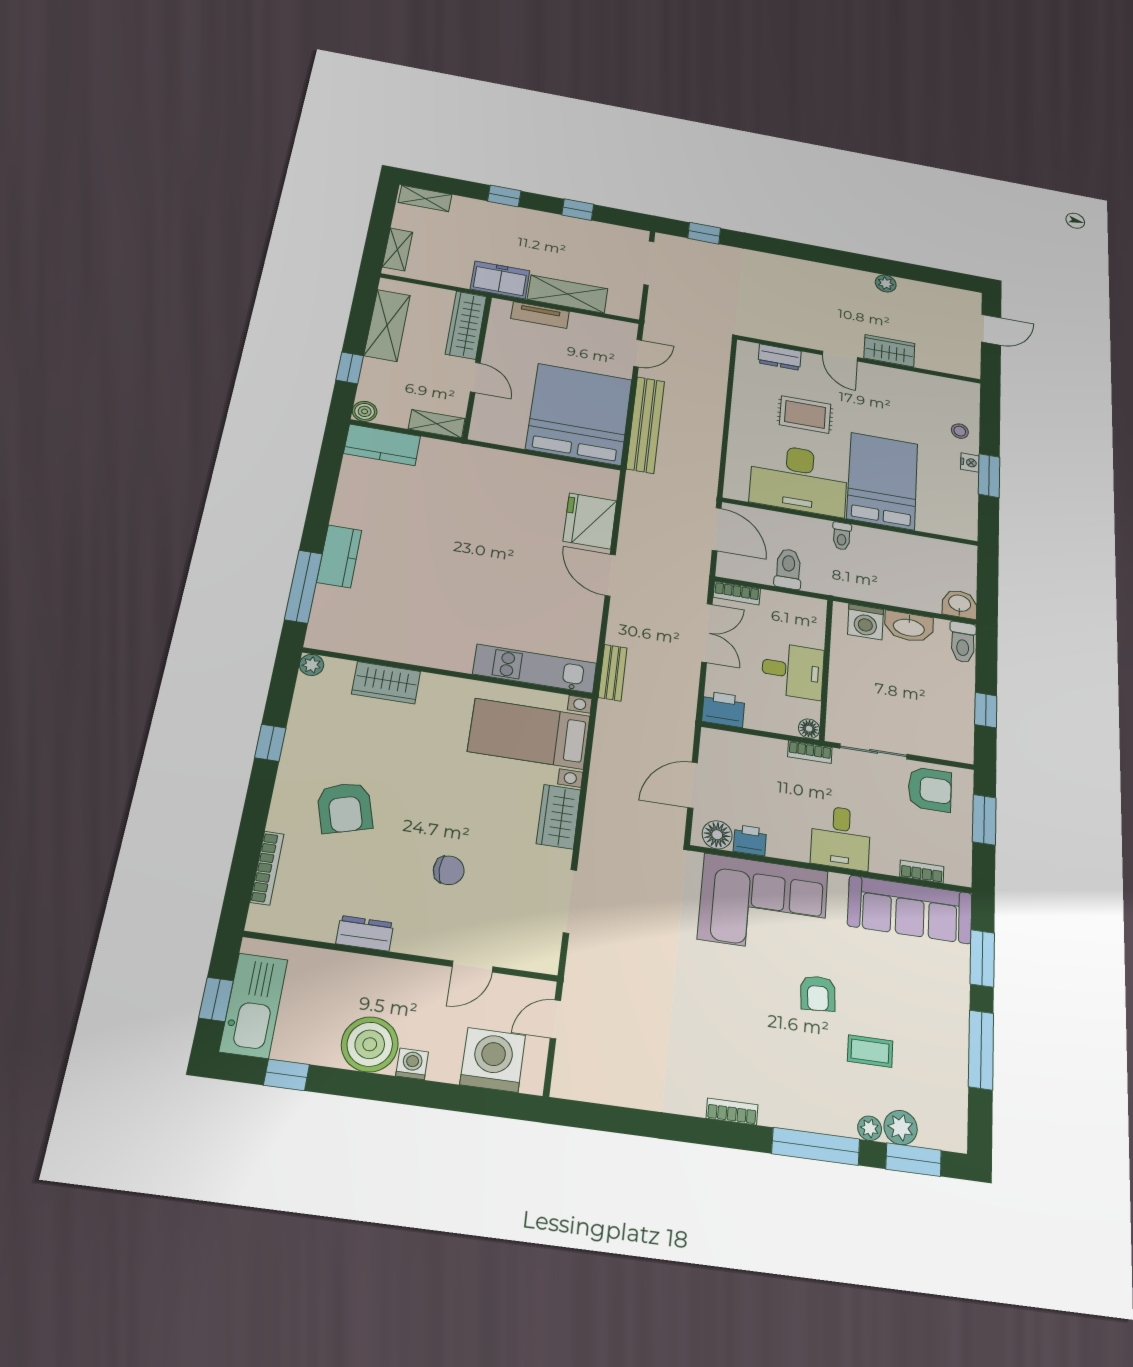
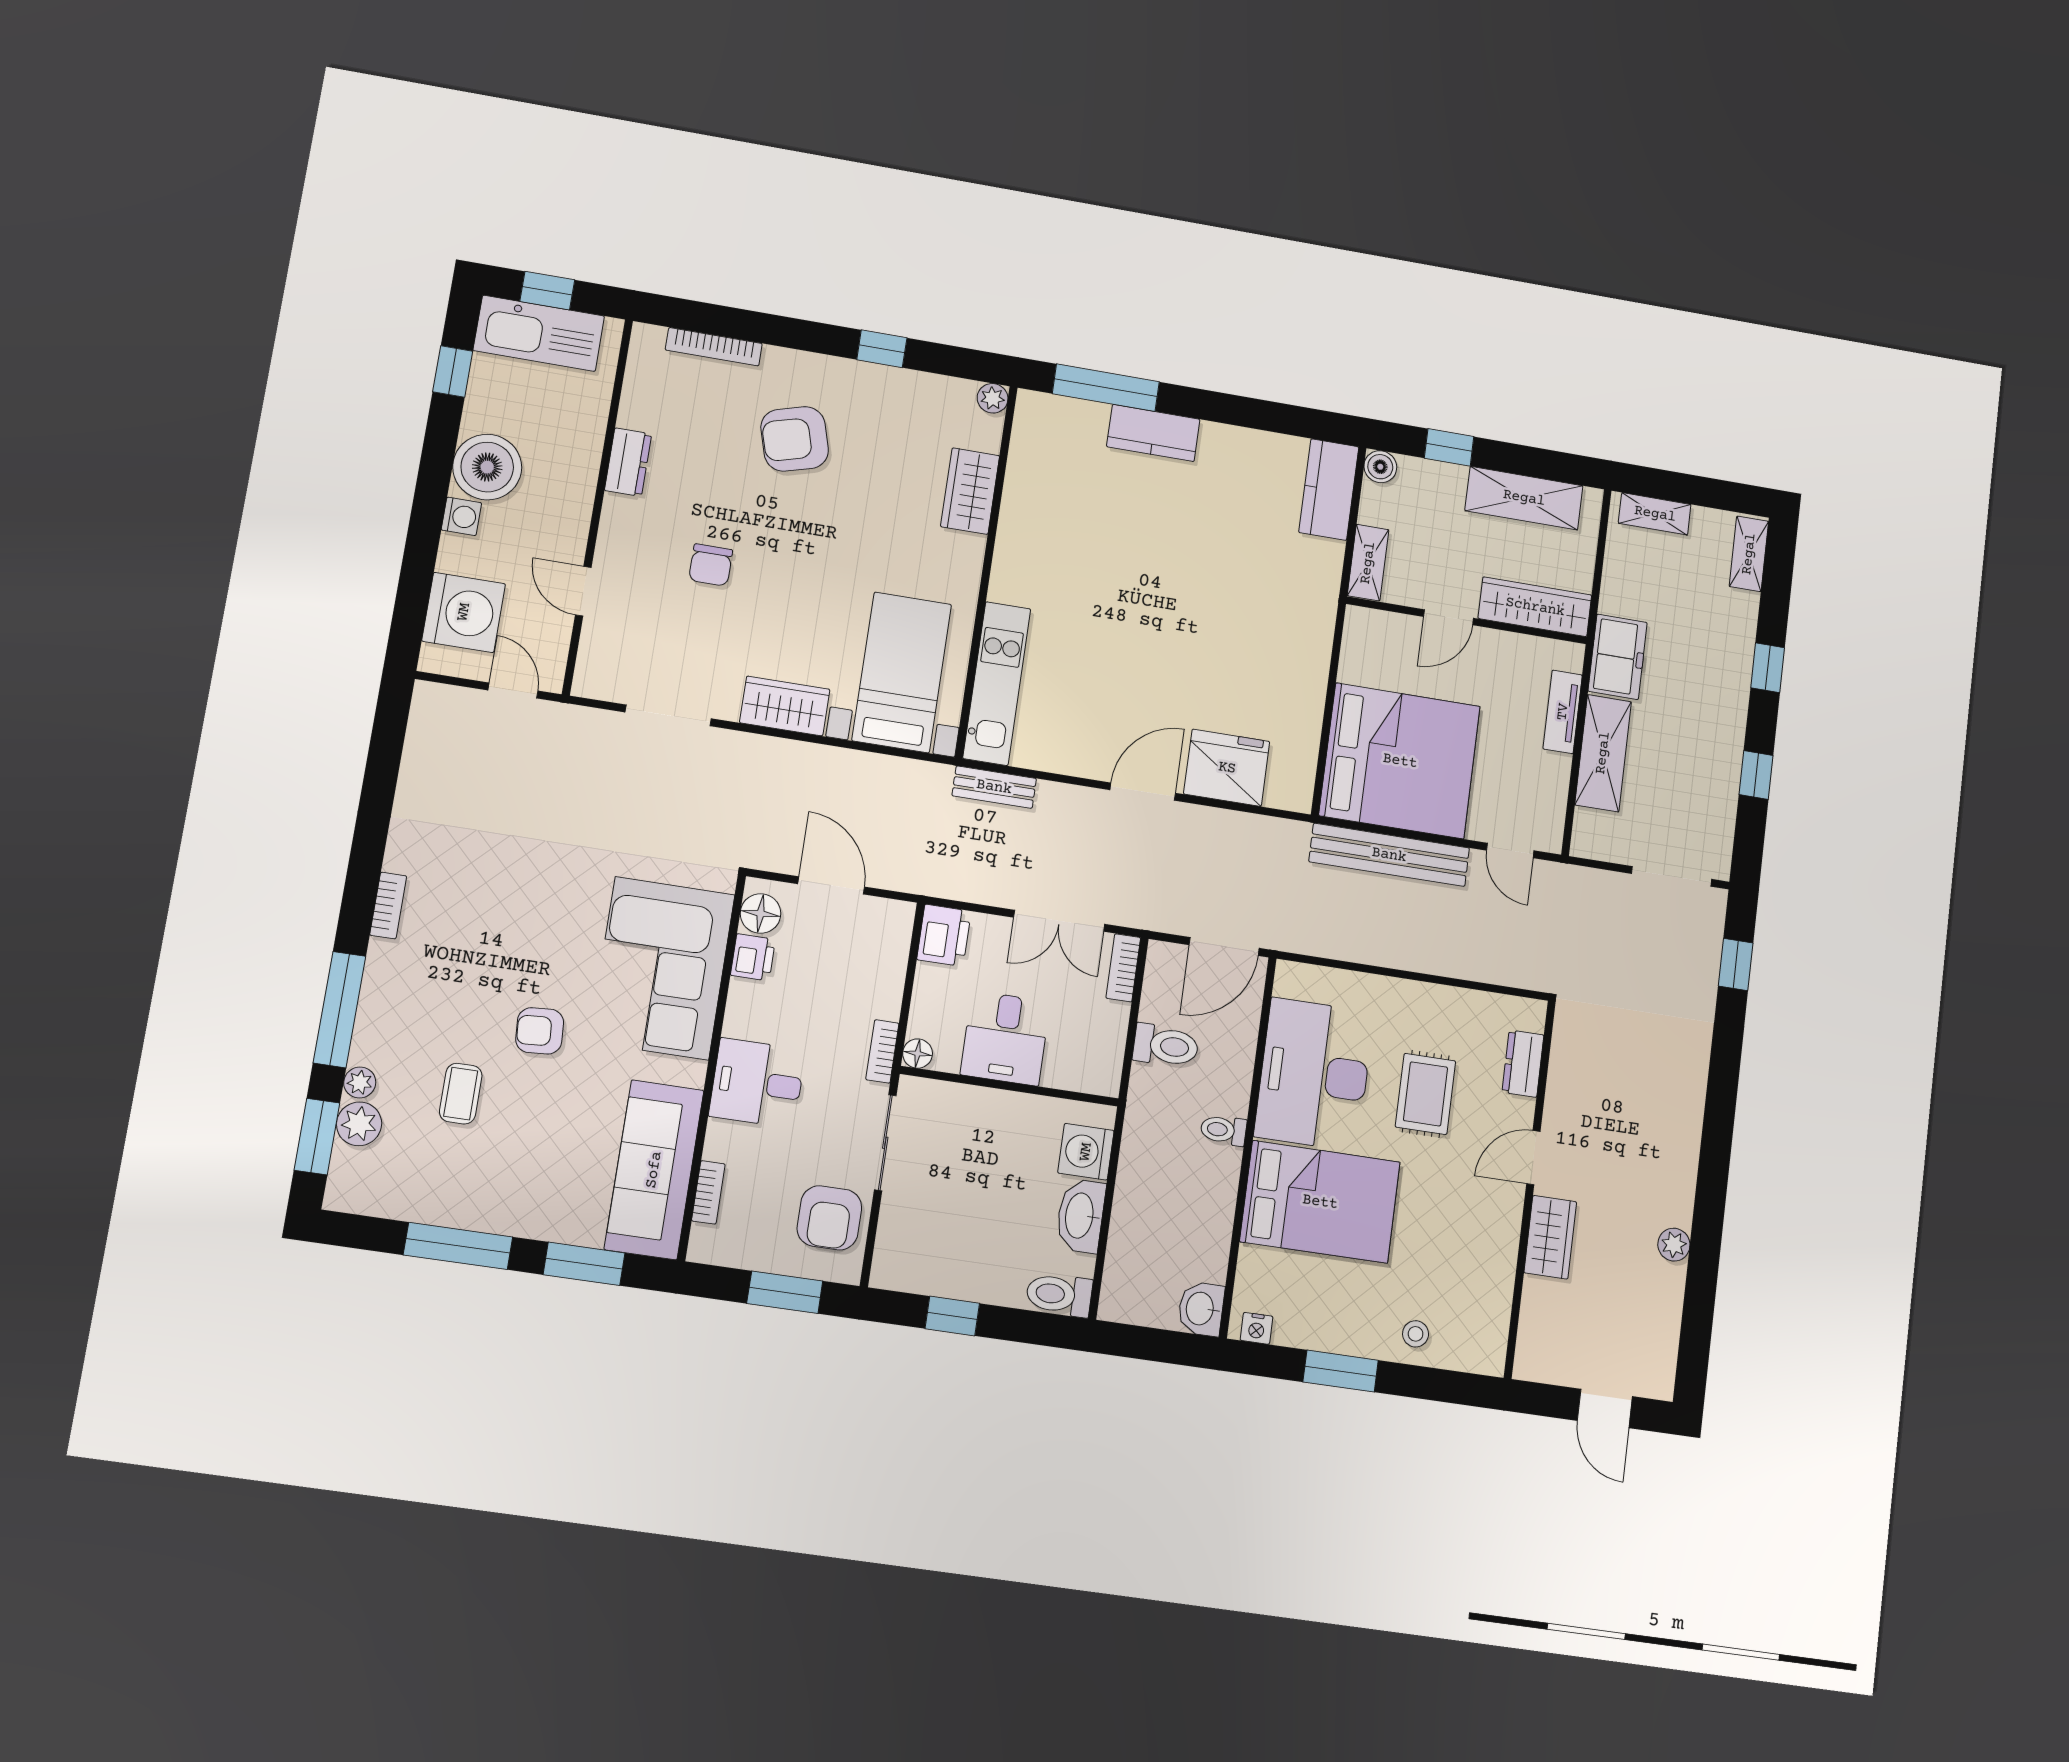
nightstand: (970, 463) -> (1256, 1328), moved
washbasin: (960, 604) -> (1201, 1309), moved, turned 180

